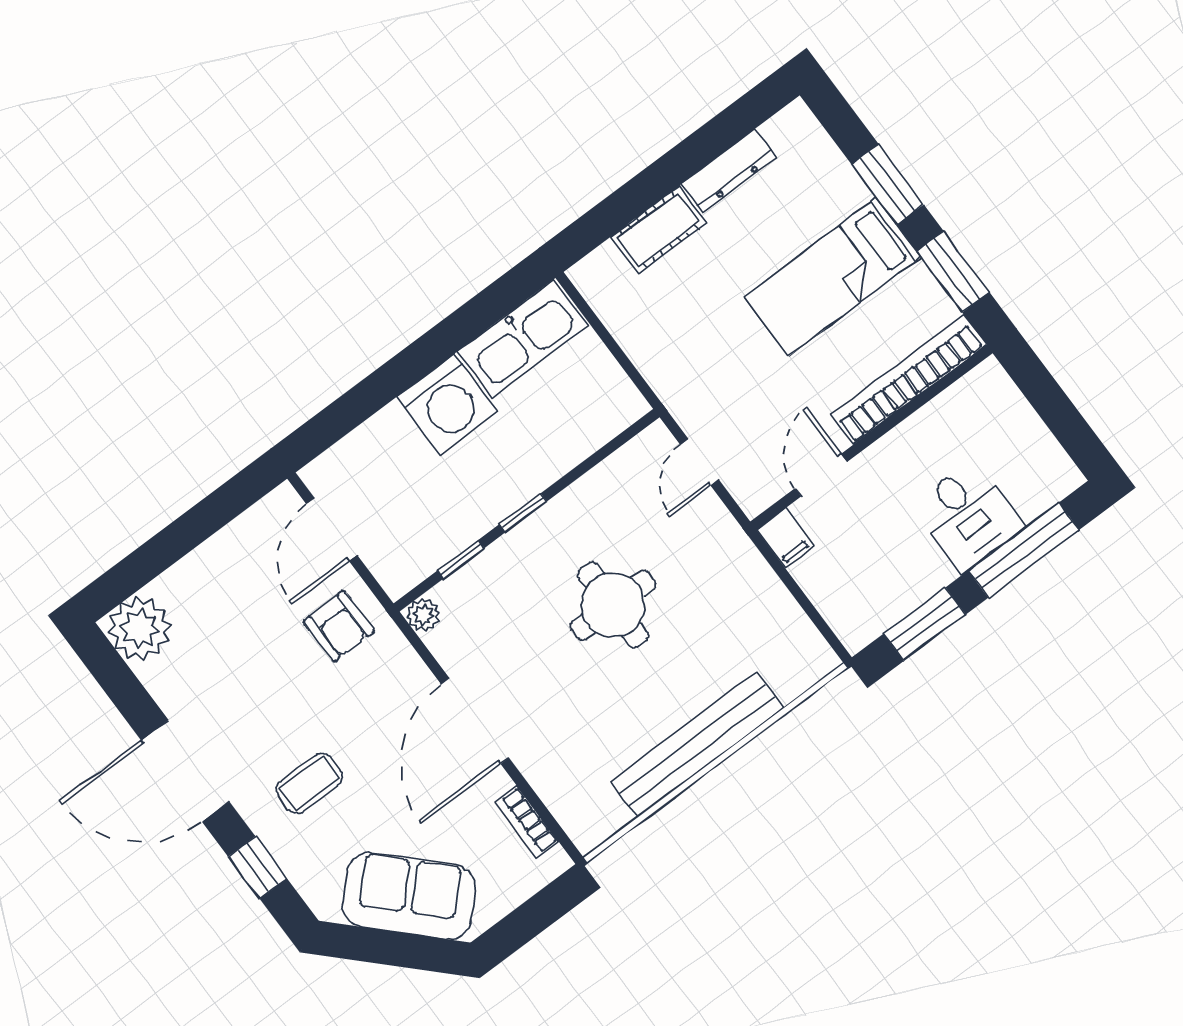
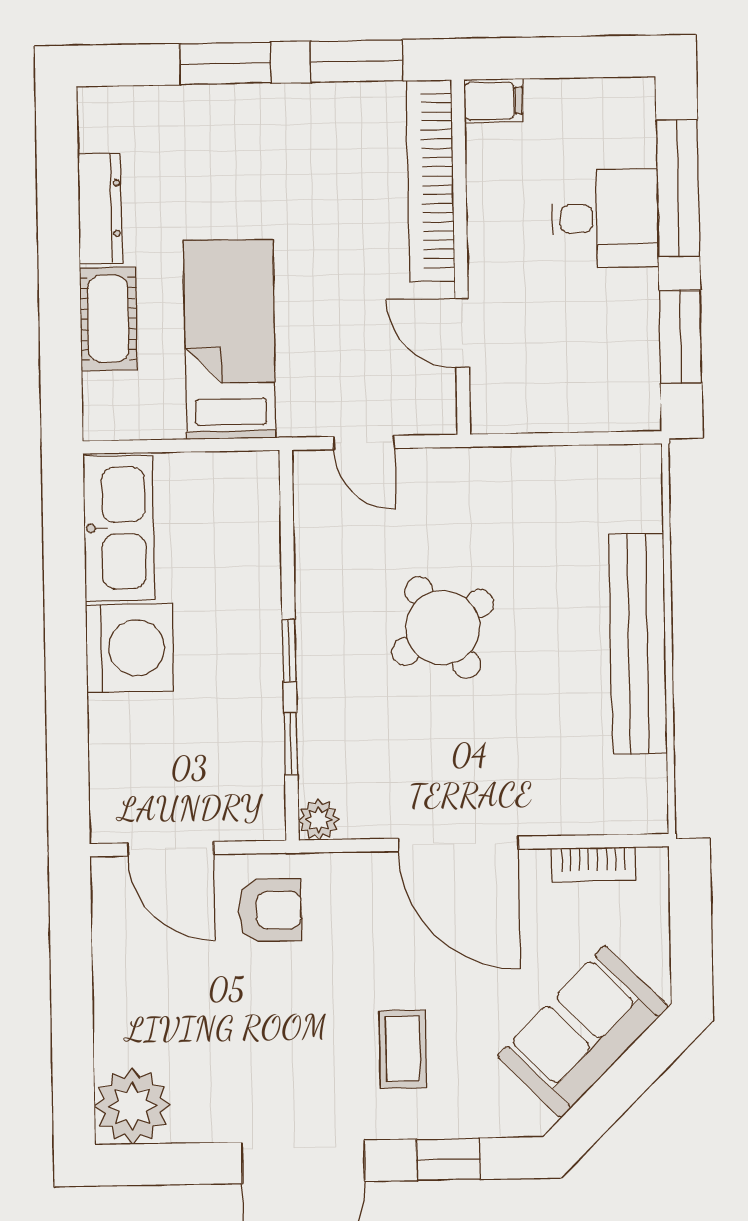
bed: (832, 277) -> (230, 339), moved, turned 180
filing cabinet: (785, 538) -> (493, 101), moved
round table: (613, 605) -> (443, 627), turned -32

